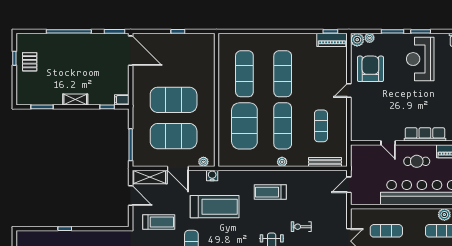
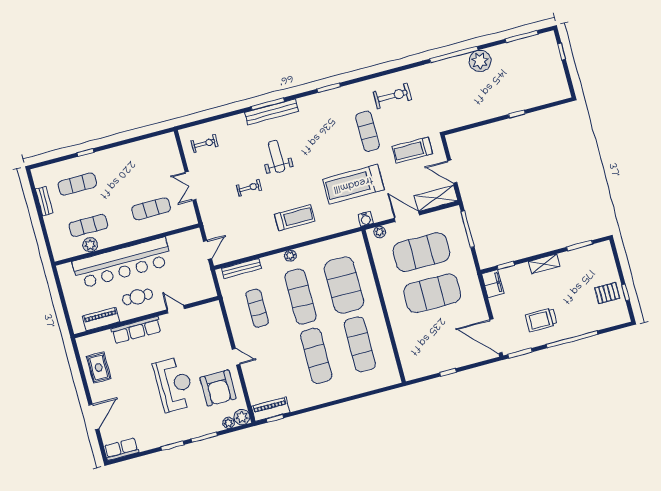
trolley: (90, 54) -> (541, 320), added
reception desk: (420, 59) -> (174, 384), moved
pallet: (30, 62) -> (607, 293), turned 90
door: (349, 91) -> (236, 357), hinge flipped
filing cabinet: (122, 100) -> (493, 284), width x2.00

